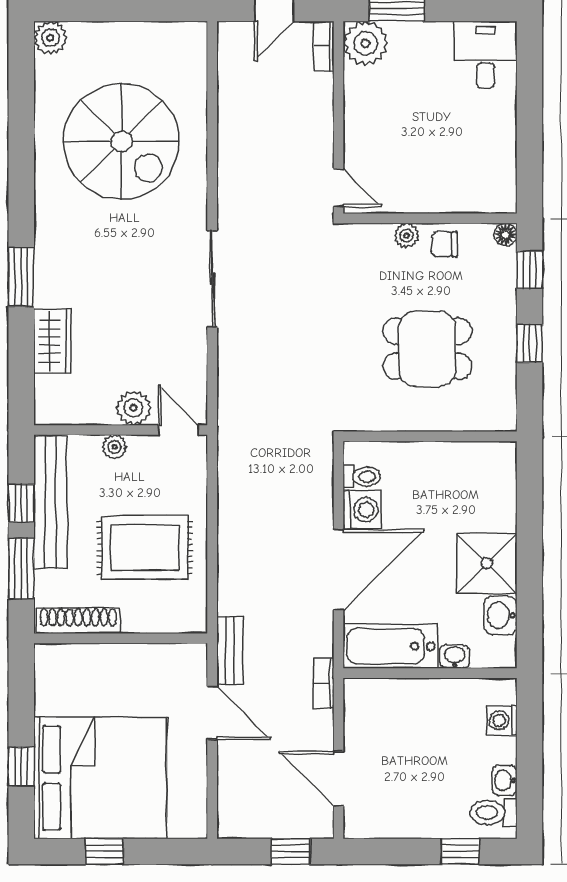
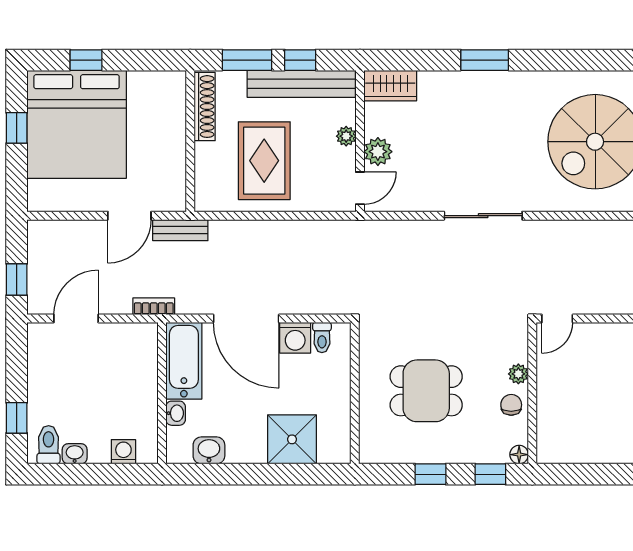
wardrobe: (53, 341) -> (390, 86), moved
dining table: (427, 349) -> (426, 391), turned 90
shower: (487, 563) -> (292, 439), moved

